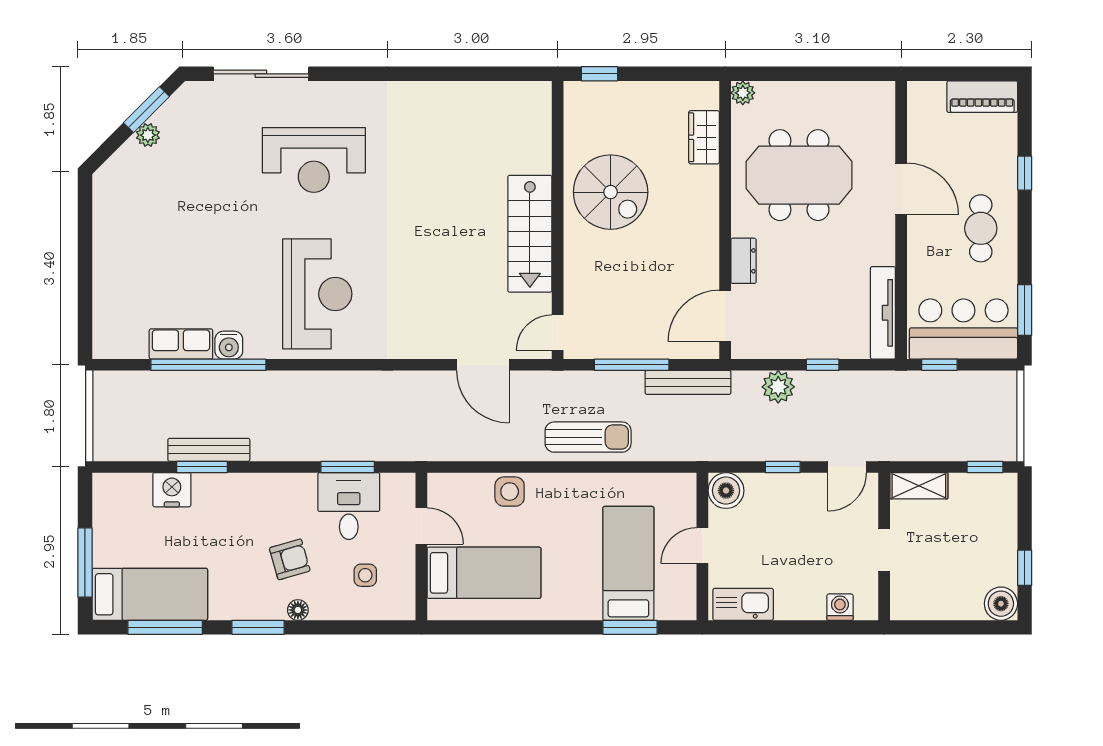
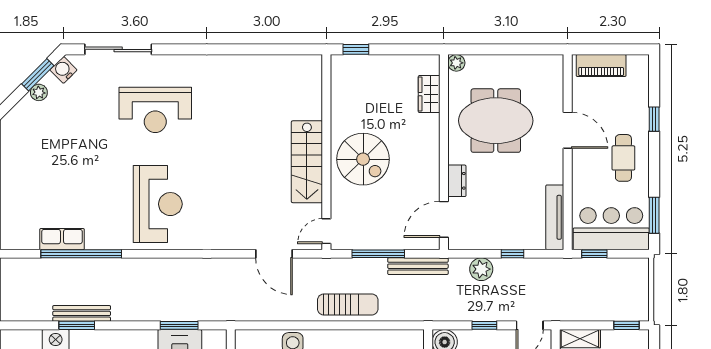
piano: (982, 97) -> (601, 66), moved
spiral stairs: (611, 192) -> (363, 159), moved
water cooler: (229, 345) -> (63, 70), moved, turned 135

